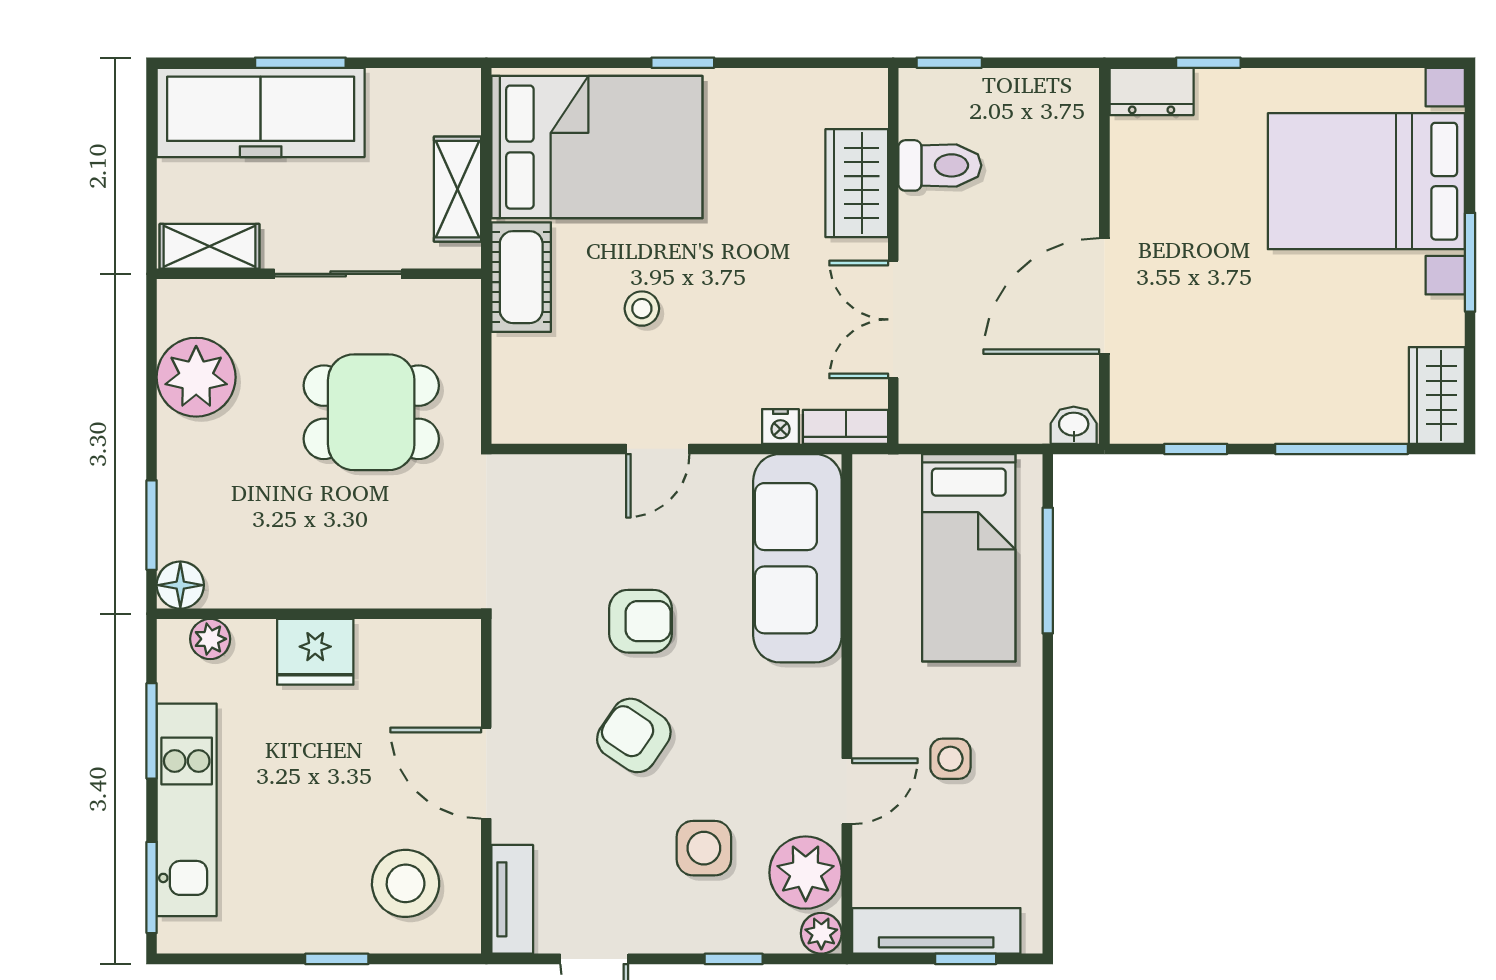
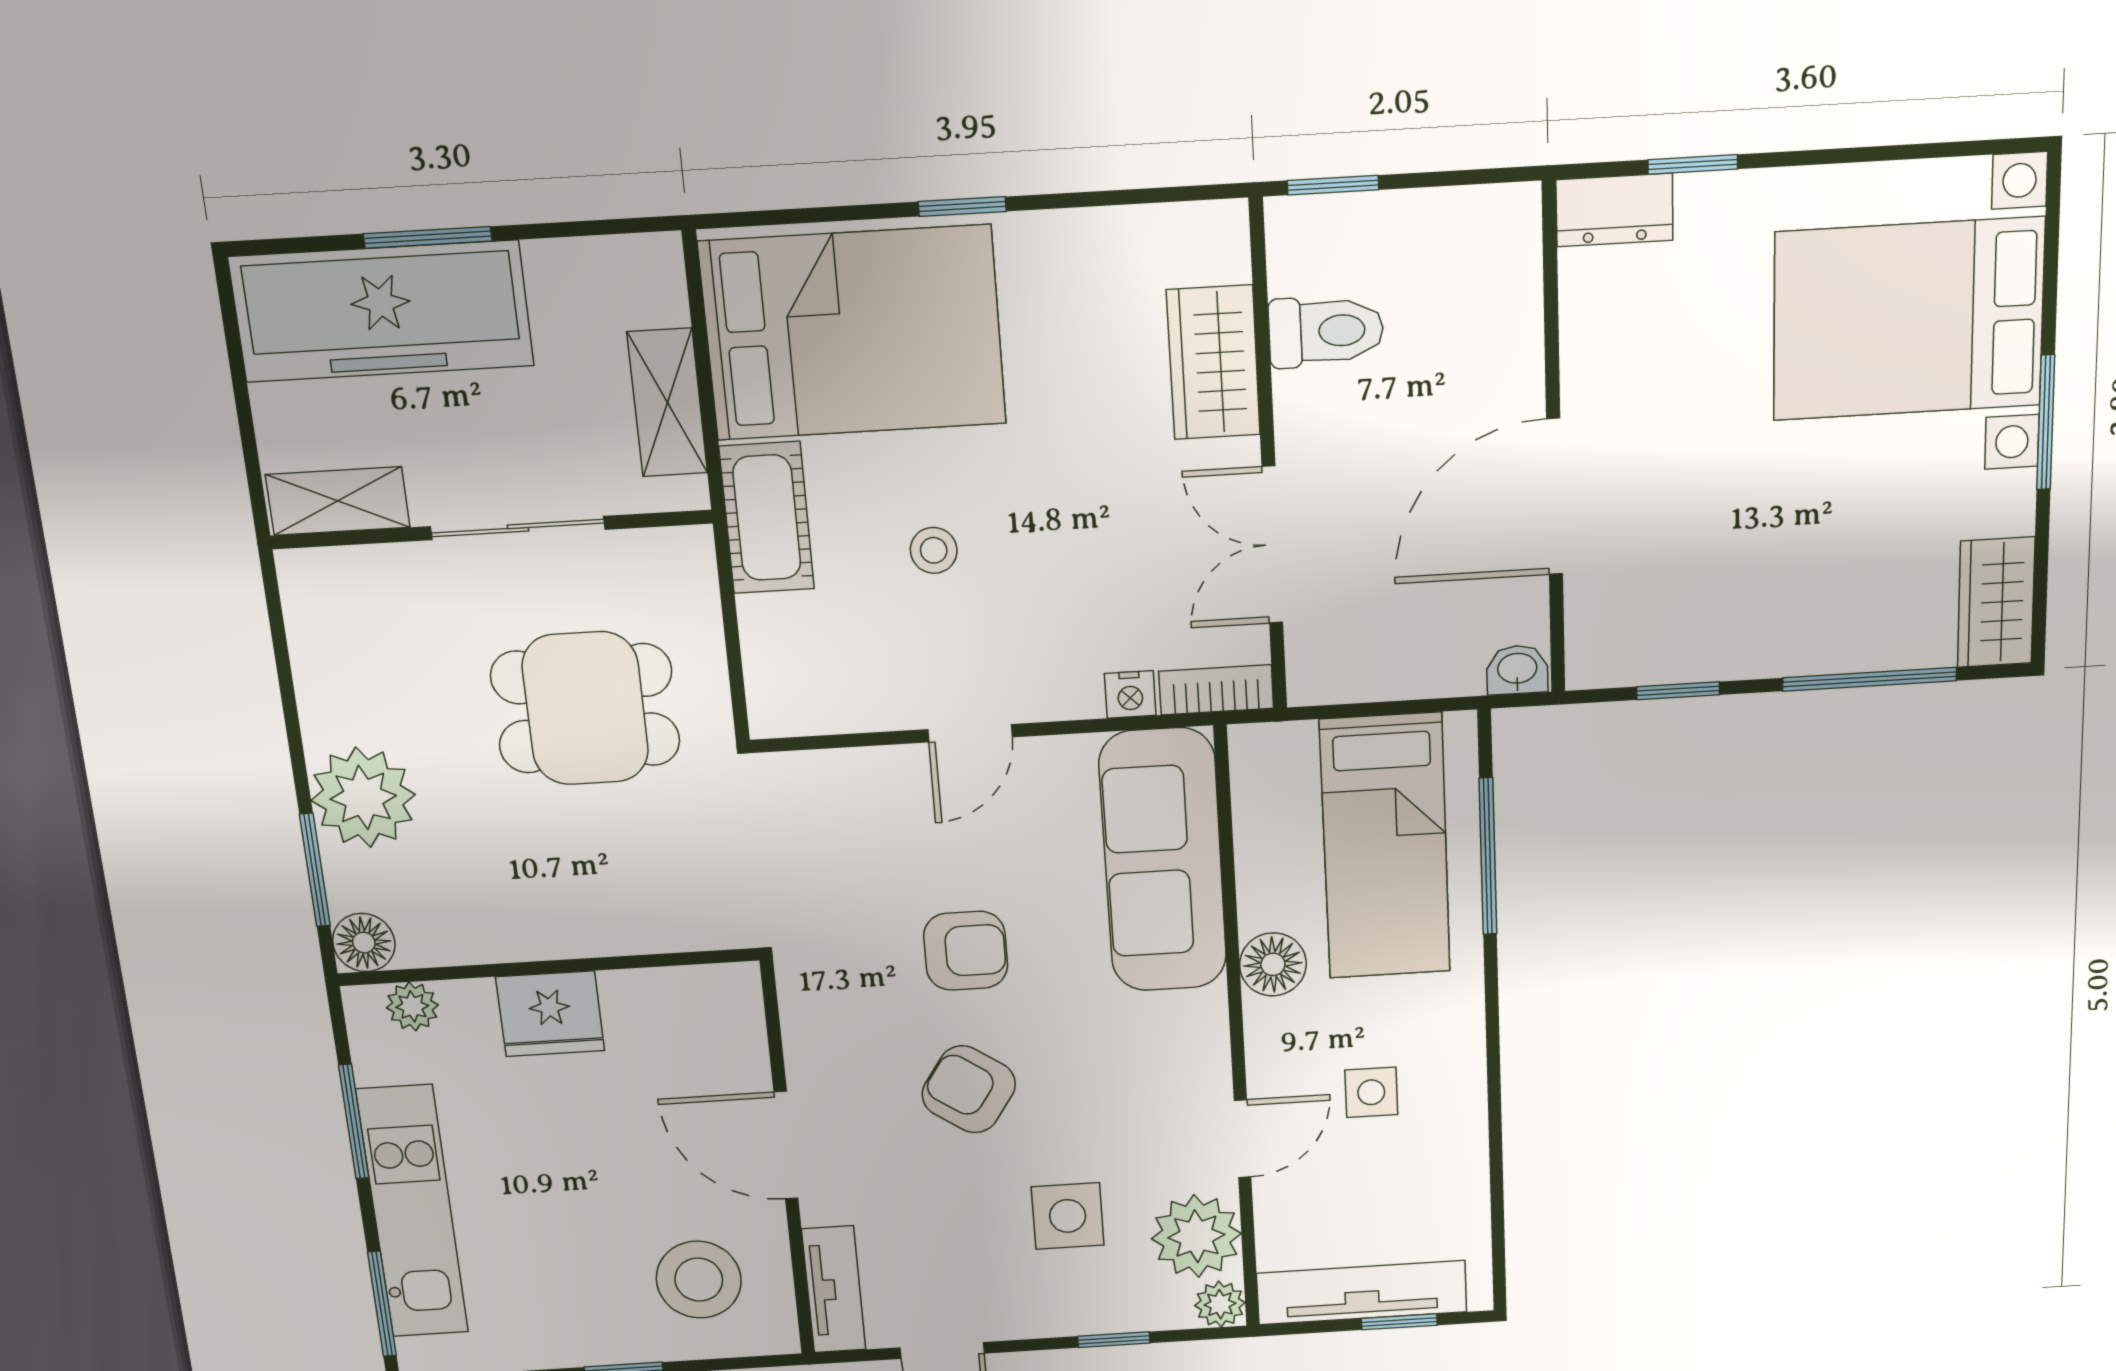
plant: (196, 377) -> (363, 797), moved
floor lamp: (878, 648) -> (1273, 964), added

